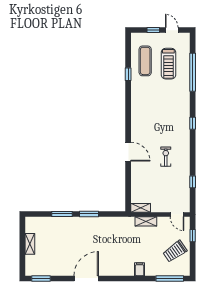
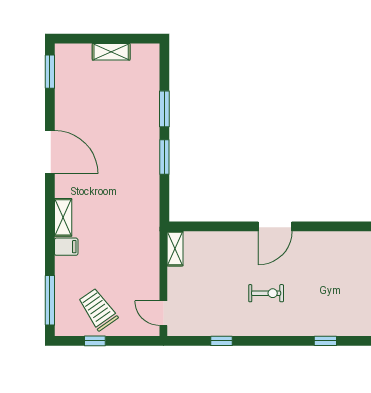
door: (177, 214) -> (163, 313), hinge flipped
shelving: (146, 221) -> (63, 217), moved
window: (193, 236) -> (95, 341), moved

